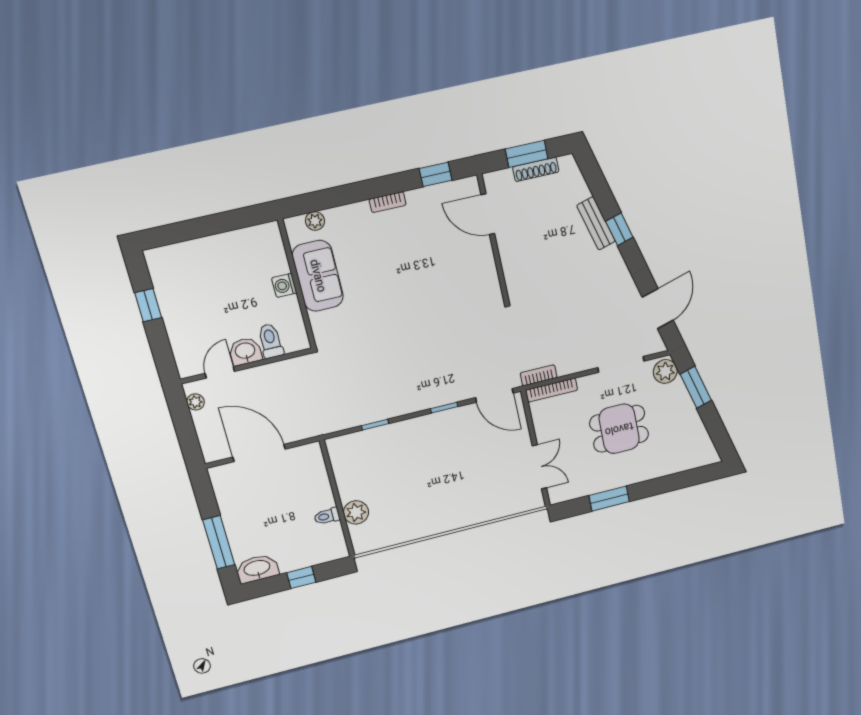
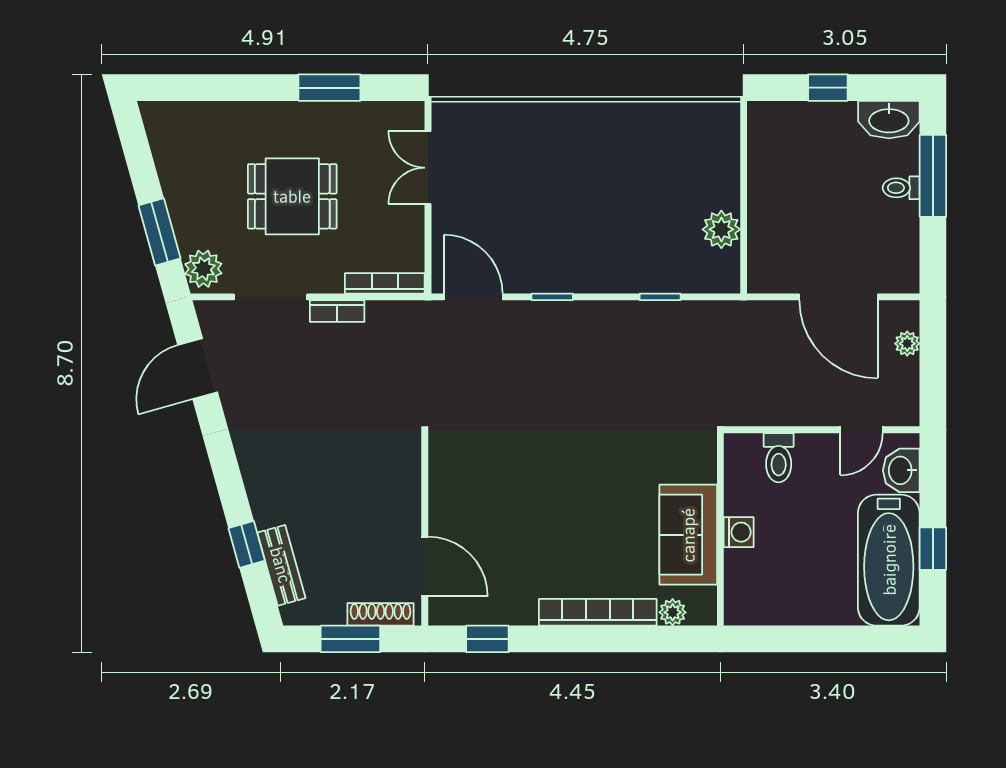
shoe rack: (536, 169) -> (381, 614), moved
bookcase: (388, 202) -> (598, 612), width x2.31, depth x1.31
bench: (596, 223) -> (281, 565), moved
window: (619, 229) -> (247, 544), moved
bathtub: (176, 290) -> (889, 560), added
washbasin: (245, 351) -> (901, 470), moved, turned 90
bookcase: (539, 375) -> (337, 311), moved
plant: (195, 402) -> (907, 344), moved
plant: (356, 512) -> (721, 229), moved
toilet: (327, 516) -> (901, 188), moved, turned 180

